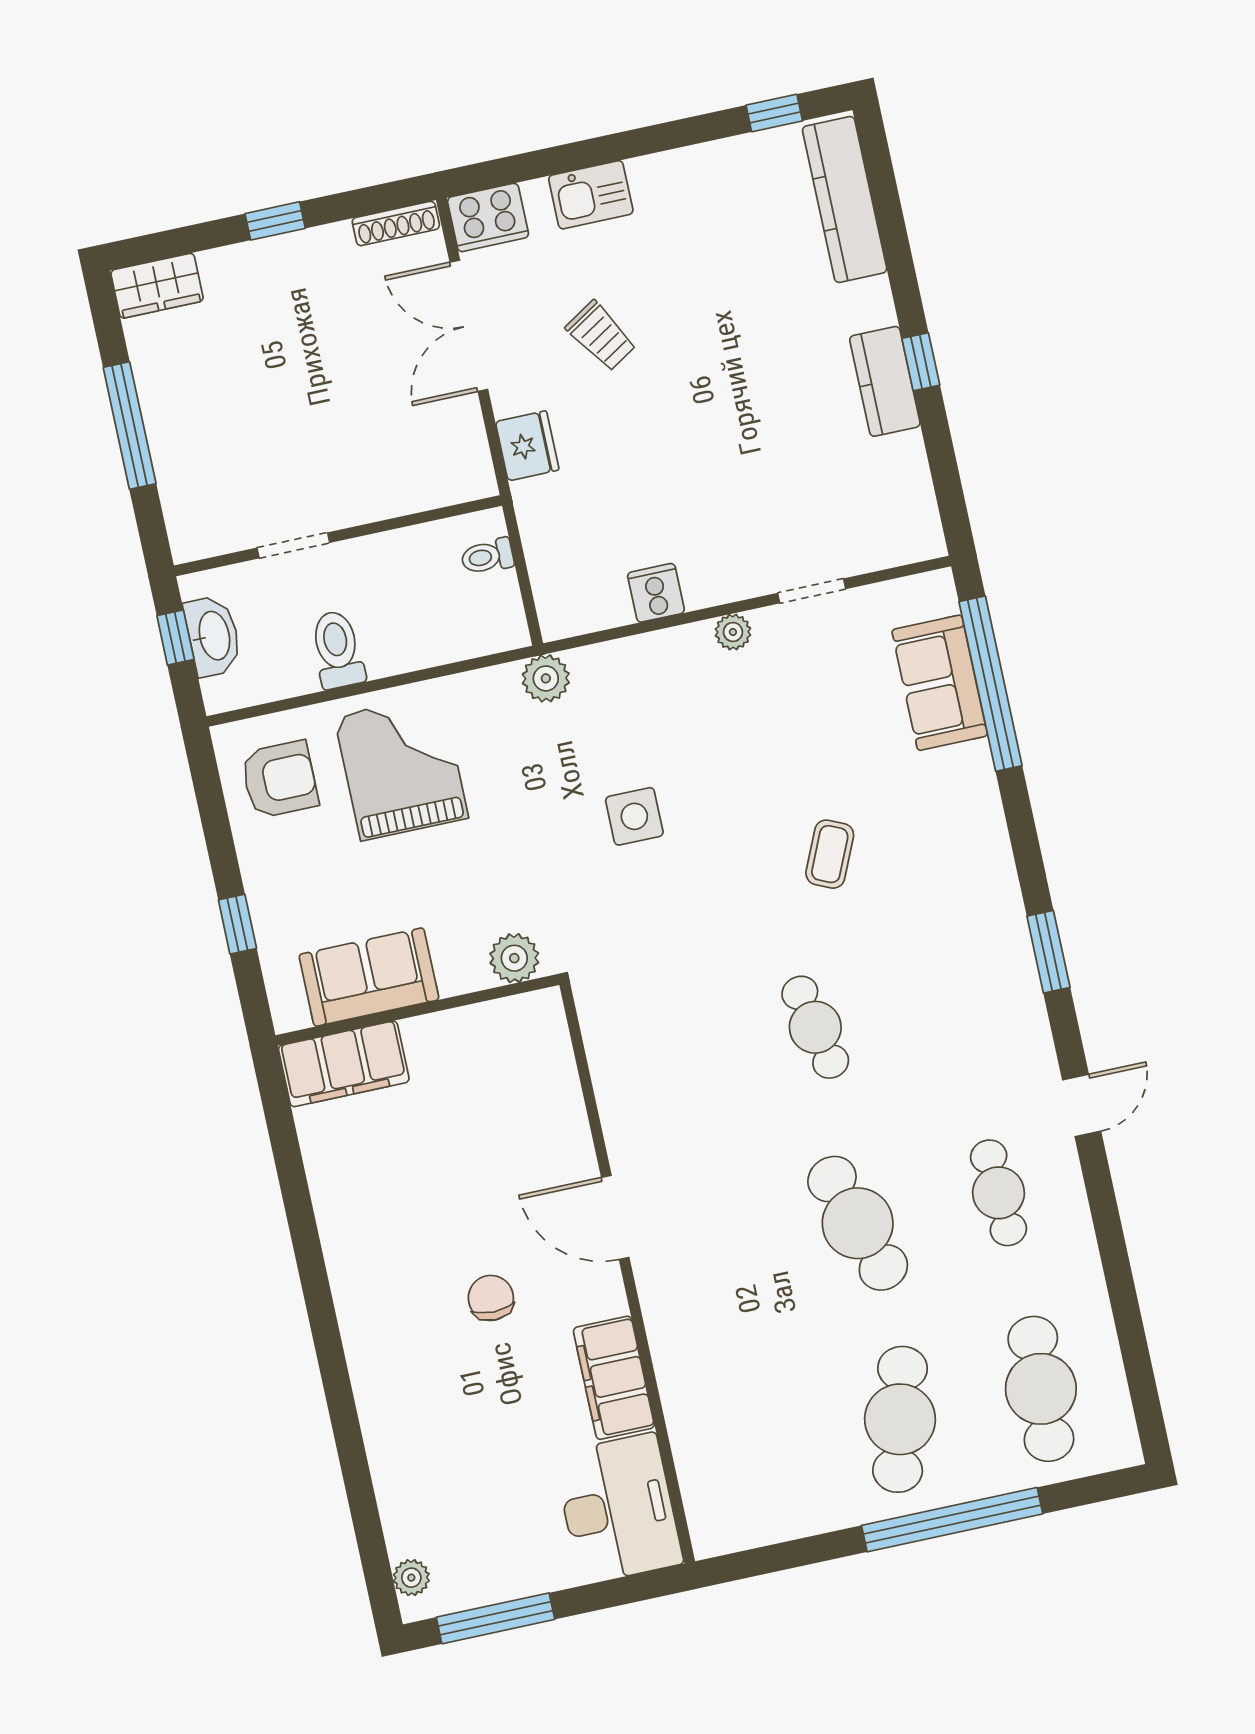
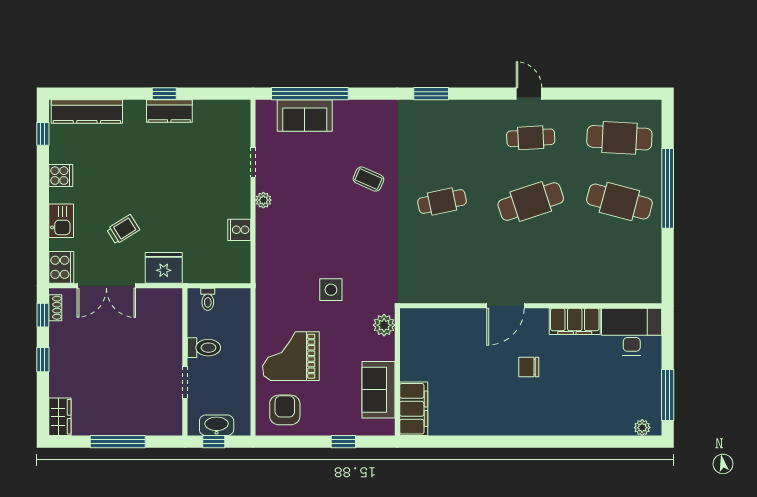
cooker: (690, 172) -> (61, 176), added
window: (374, 200) -> (43, 315), added
shoe rack: (396, 223) -> (55, 308), width x0.70
fridge: (527, 446) -> (164, 268), width x1.36, depth x1.34
toilet: (337, 650) -> (204, 348), moved, turned 180
plant: (546, 678) -> (266, 285), removed
side table: (634, 816) -> (331, 290), moved
door: (1082, 1105) -> (529, 94), moved

